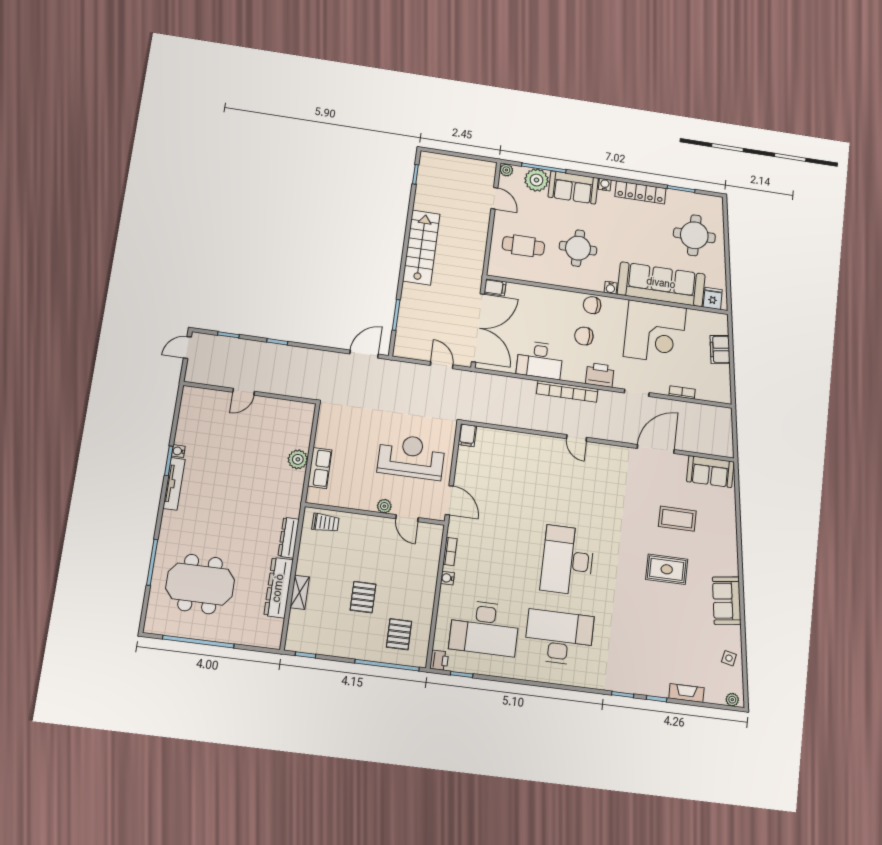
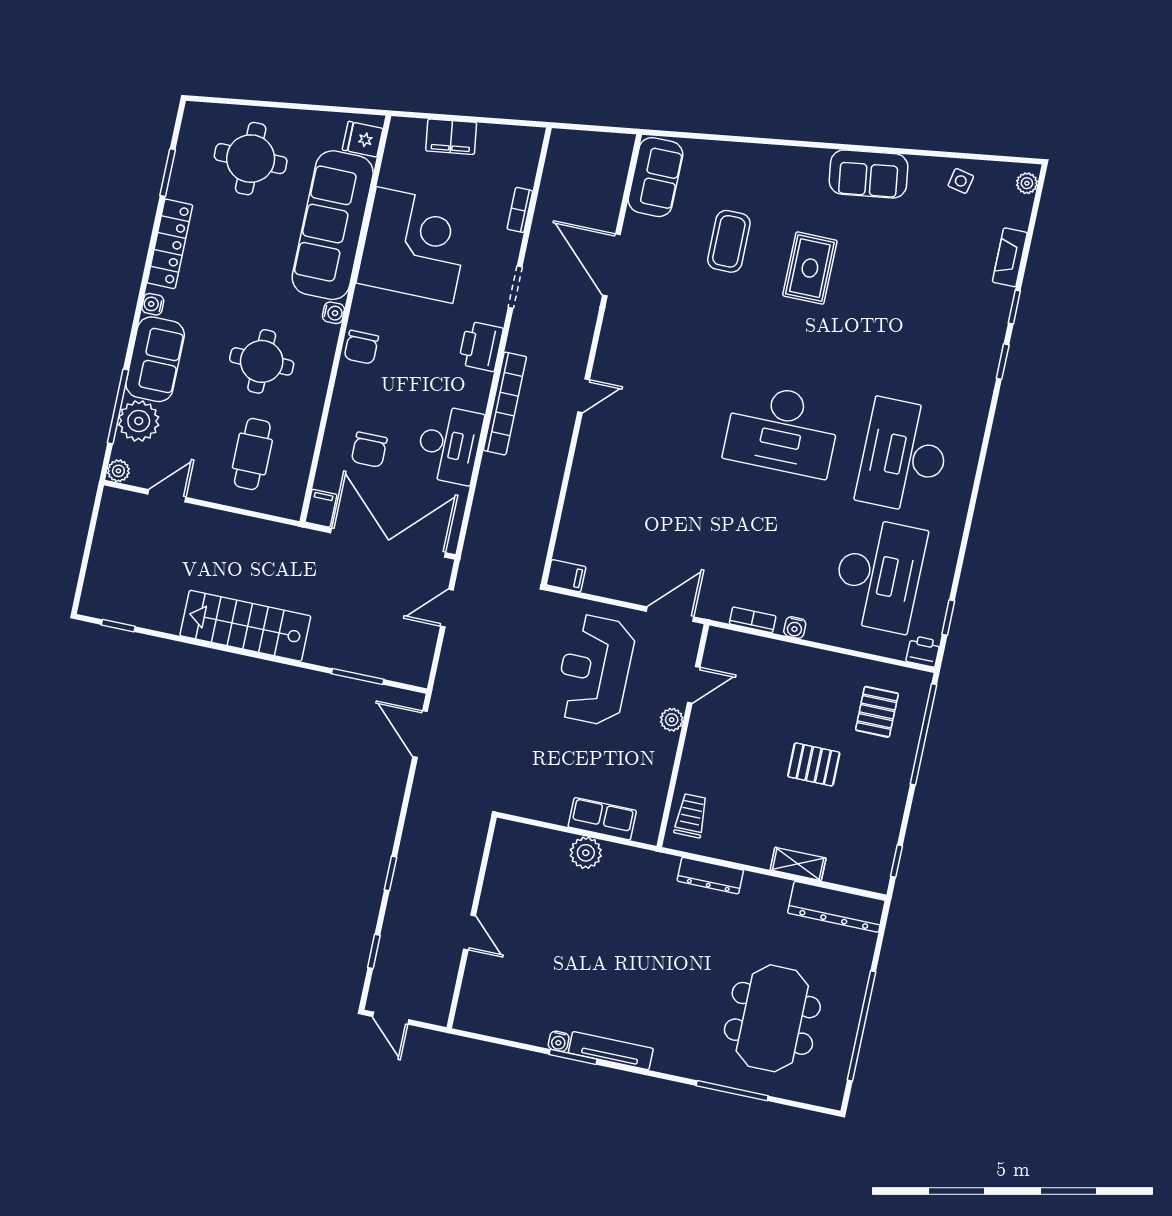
chair: (584, 336) -> (369, 450), moved
dresser: (279, 588) -> (836, 907), moved
pallet: (399, 634) -> (877, 712), turned 90

